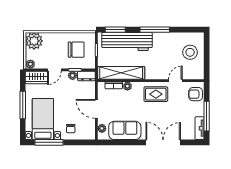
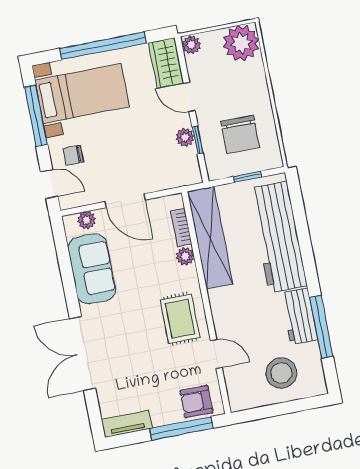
window: (115, 30) -> (298, 208), removed
window: (155, 30) -> (321, 327), moved
workbench: (166, 39) -> (299, 316), added
dresser: (86, 76) -> (189, 167), removed
armchair: (196, 94) -> (196, 402), turned -90
window: (23, 105) -> (103, 46), width x1.46
door: (96, 109) -> (125, 201), swing flipped
window: (207, 116) -> (181, 428), moved
door: (82, 142) -> (49, 184), added
double door: (163, 142) -> (83, 354), swing flipped

